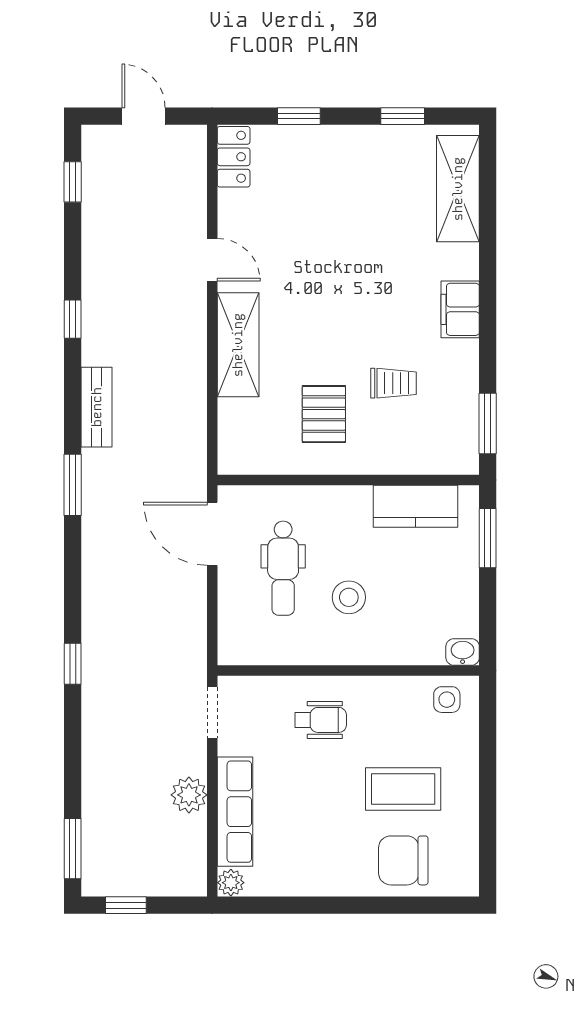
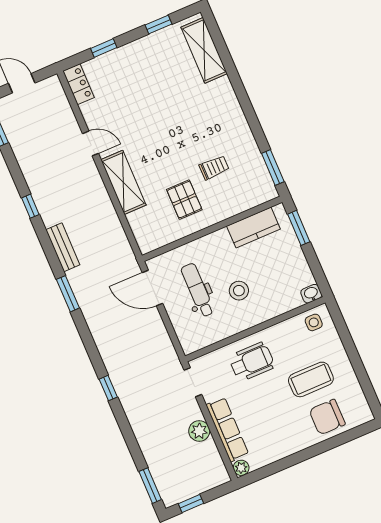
filing cabinet: (460, 309) -> (233, 113), removed
dental chair: (283, 568) -> (198, 290), turned 180
wheelchair: (321, 720) -> (252, 362), width x1.36, depth x1.37

